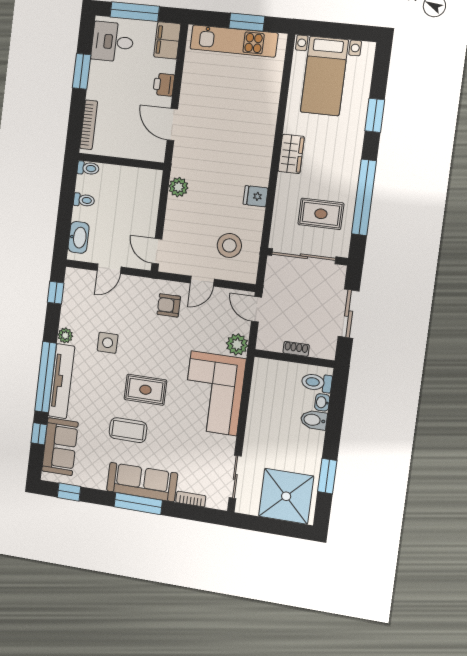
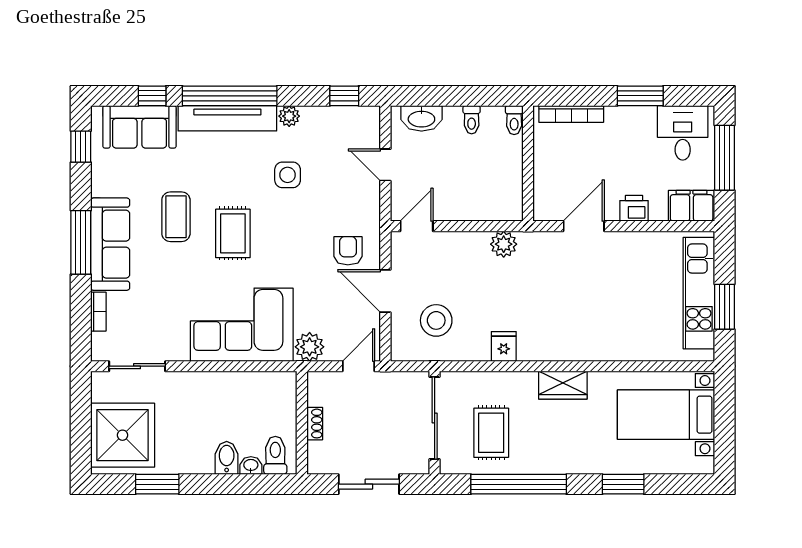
door: (202, 281) -> (385, 291), width x1.38

